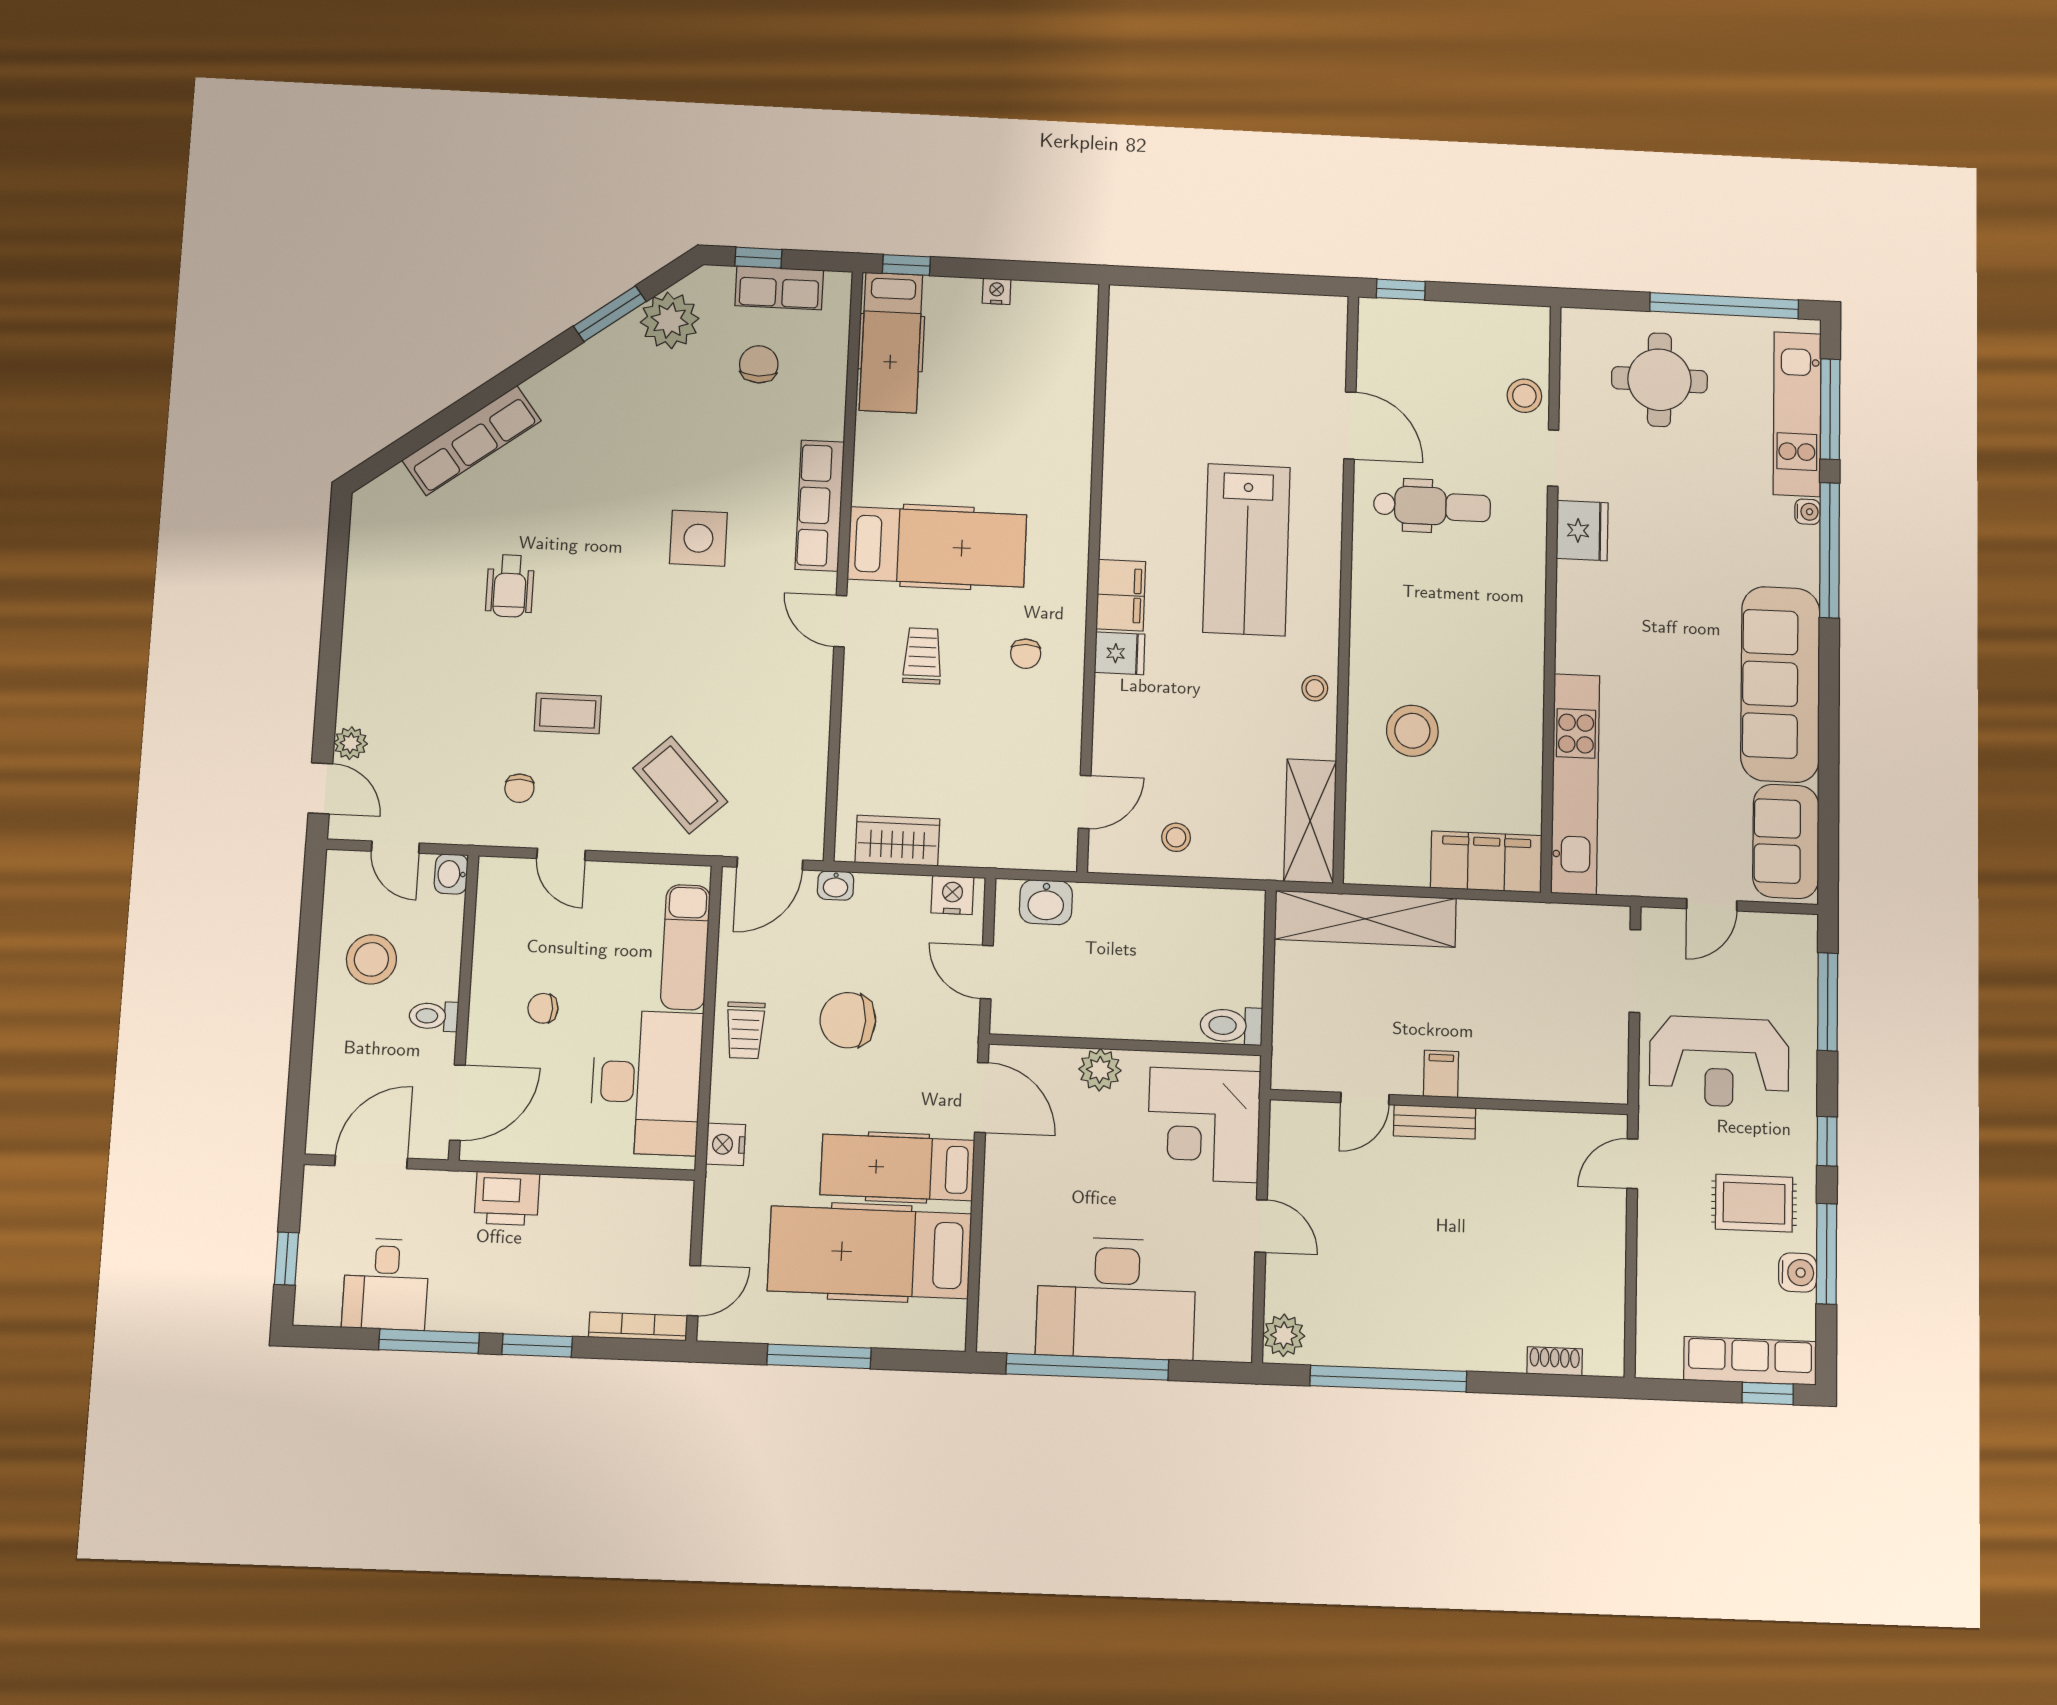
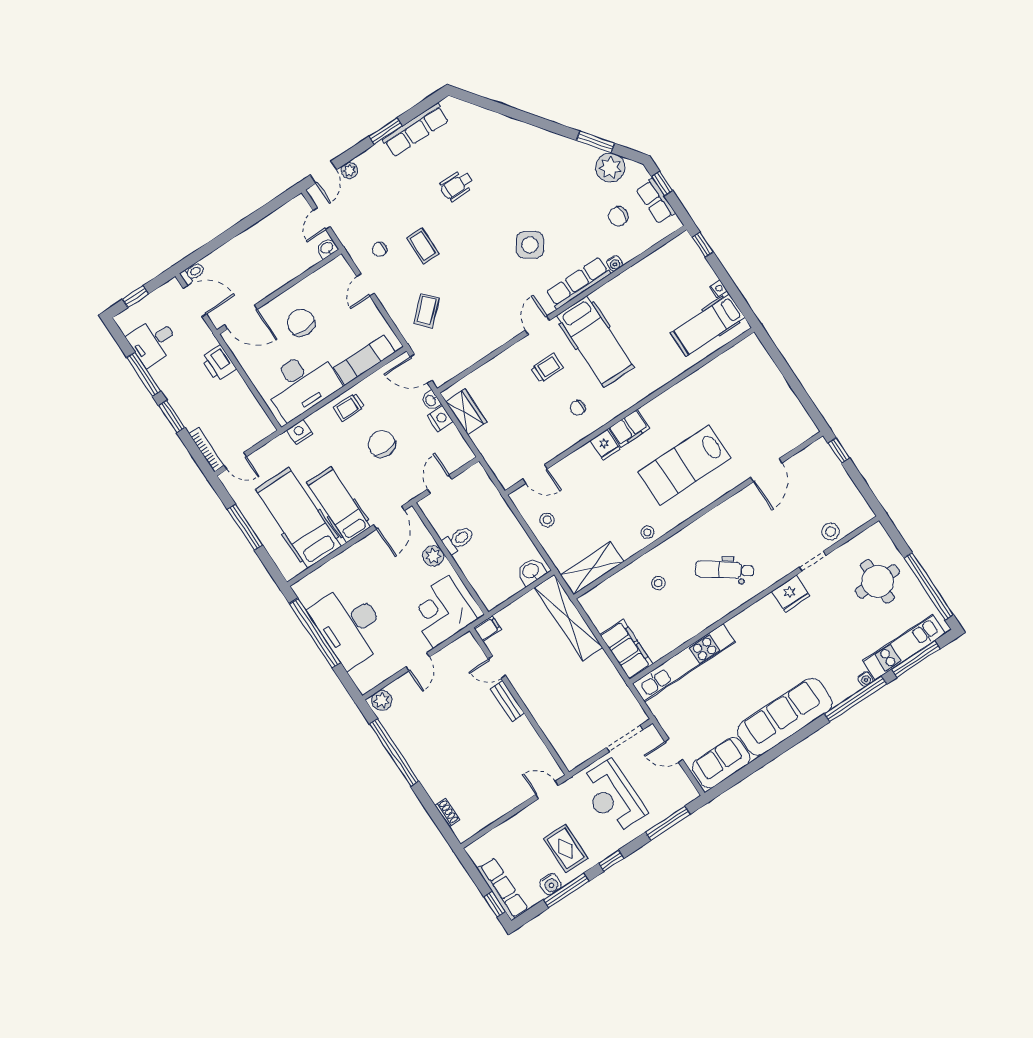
hospital bed: (891, 343) -> (708, 325), moved
chair: (759, 364) -> (618, 216), turned 180
water cooler: (831, 425) -> (614, 263), added
row of seats: (472, 441) -> (416, 130), moved, turned -53
dental chair: (1432, 506) -> (725, 570), moved, turned 126
side table: (698, 538) -> (530, 245), turned 33
window: (331, 637) -> (386, 131), added
stool: (1412, 731) -> (658, 583), width x0.53, depth x0.53
coffee table: (680, 785) -> (426, 311), width x0.73, depth x0.77
nightstand: (952, 895) -> (440, 419), moved
washbasin: (1046, 902) -> (531, 571), moved, turned 90
stool: (371, 959) -> (272, 242), removed
chair: (543, 1008) -> (301, 323), width x1.87, depth x1.87
toilet: (434, 1016) -> (193, 273), moved, turned 90
toilet: (1231, 1026) -> (458, 540), moved, turned 90
filing cabinet: (1441, 1074) -> (487, 629), moved

